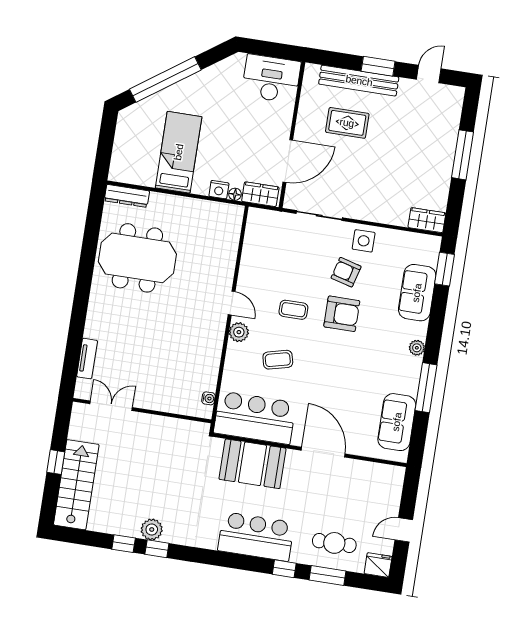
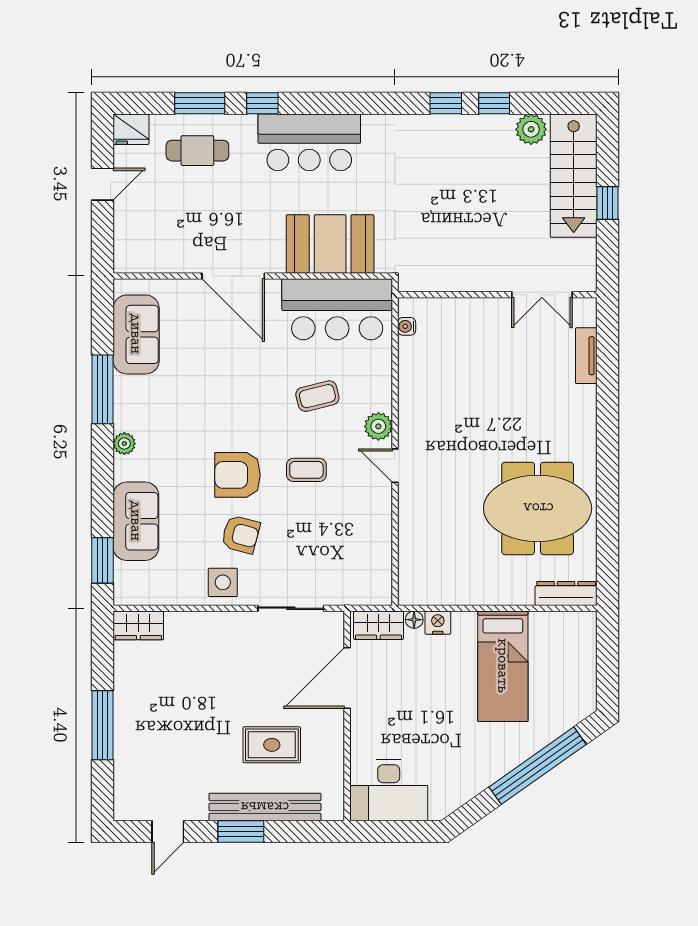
plant: (152, 529) -> (531, 129), moved

